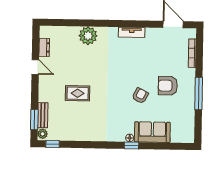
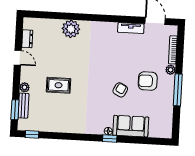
tv unit: (132, 32) -> (131, 28), moved
plant: (191, 73) -> (171, 70), added
plant: (43, 134) -> (25, 87), moved

